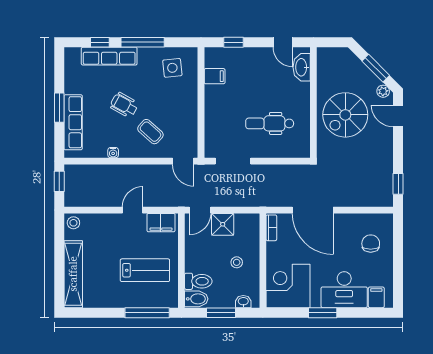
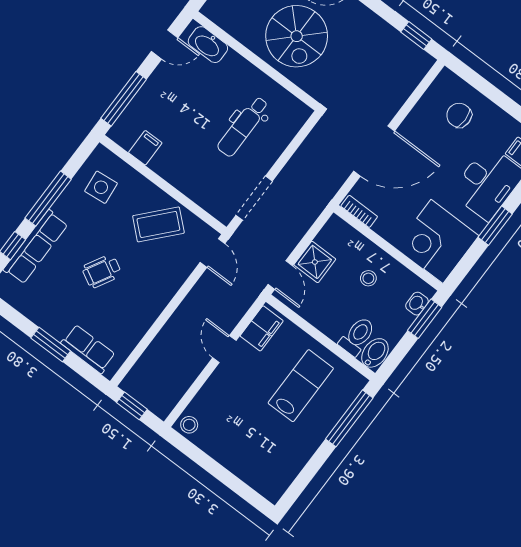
window: (233, 42) -> (124, 99), width x2.17
row of seats: (73, 122) -> (88, 349), width x0.68
coffee table: (150, 132) -> (158, 224), moved, width x1.36, depth x1.30
water cooler: (113, 153) -> (145, 323), removed
door: (183, 161) -> (213, 253), hinge flipped
shelving: (73, 274) -> (246, 468), removed
window: (221, 313) -> (425, 319), moved

